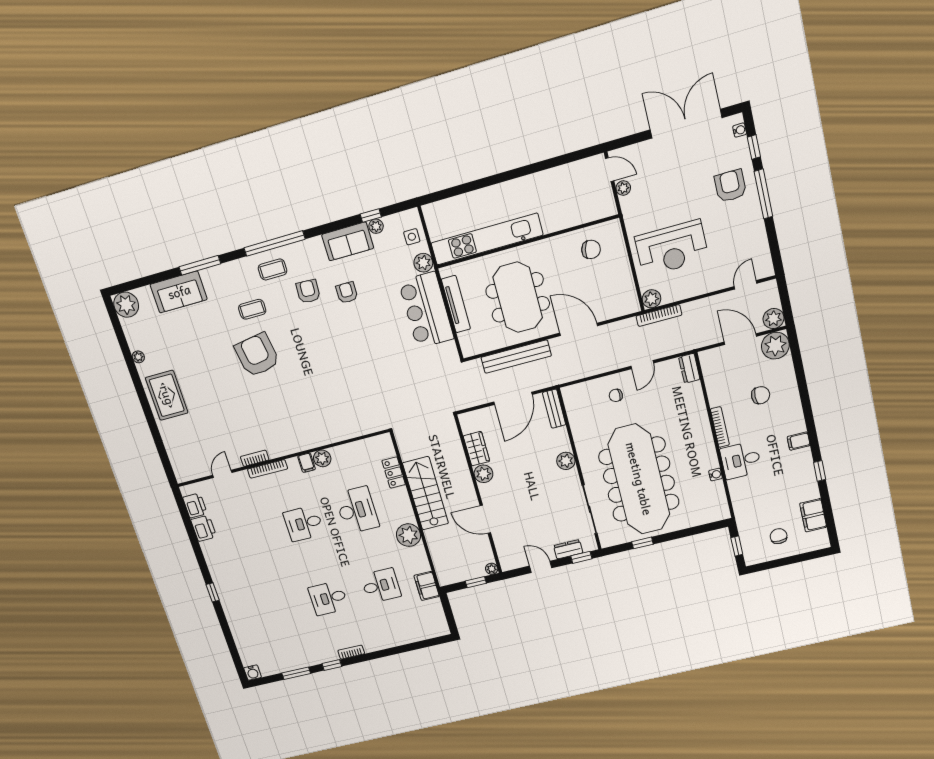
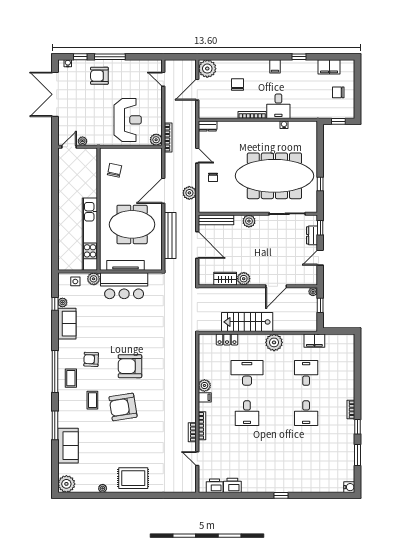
armchair: (347, 293) -> (130, 366), moved, width x1.88, depth x1.88
plant: (773, 319) -> (189, 193), moved
bench: (554, 409) -> (216, 220), width x1.36

